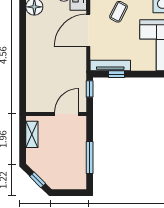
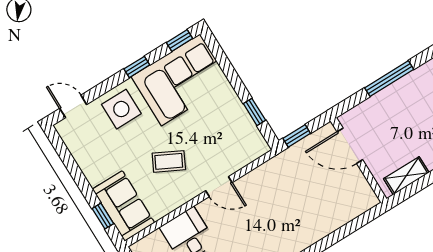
door: (88, 30) -> (219, 187), width x0.53
tv unit: (110, 65) -> (248, 128), removed

